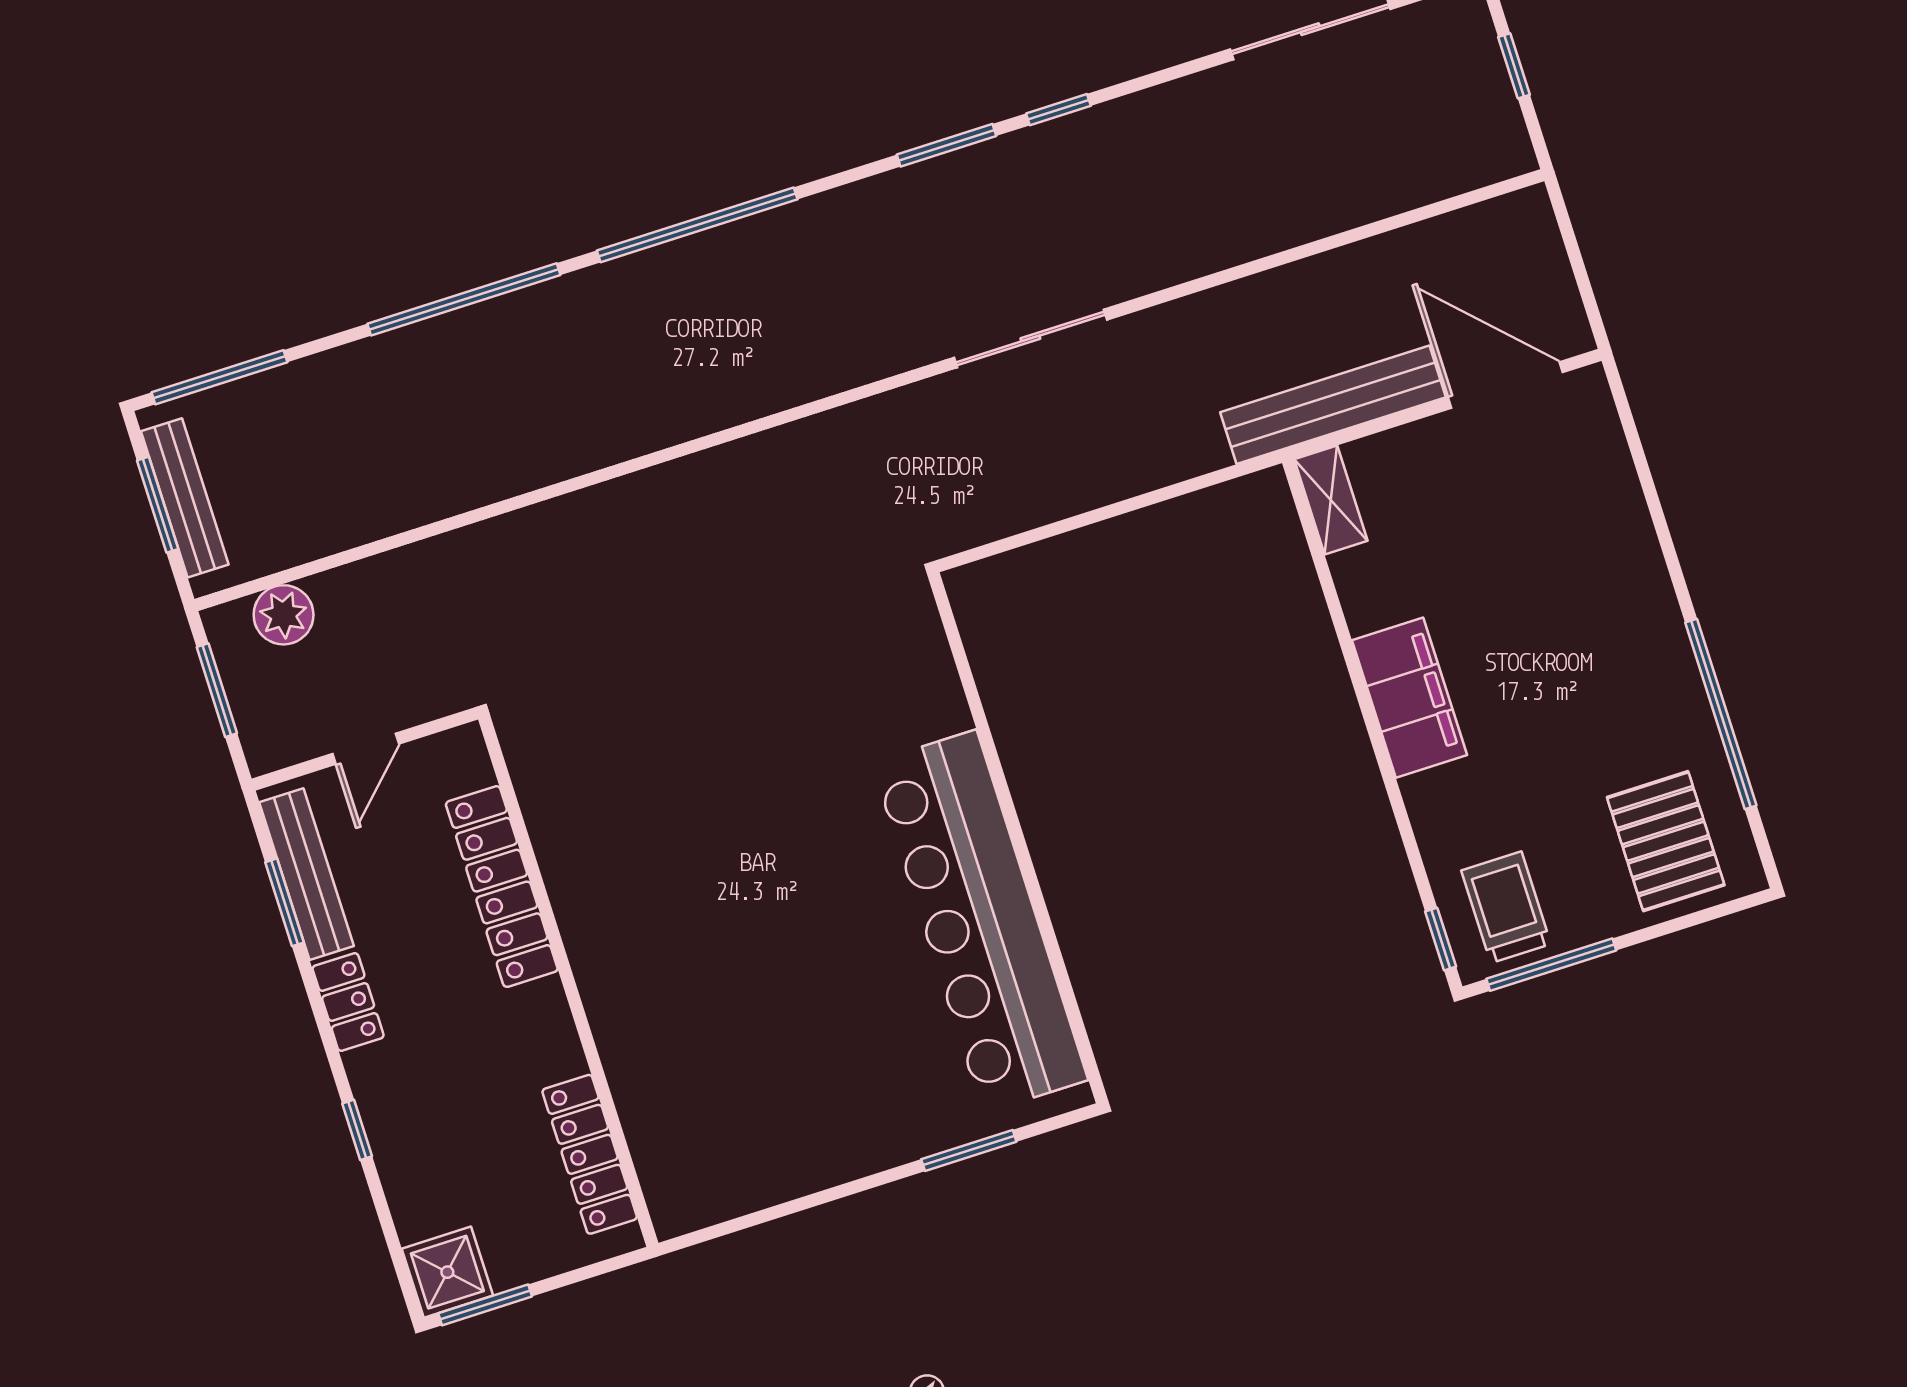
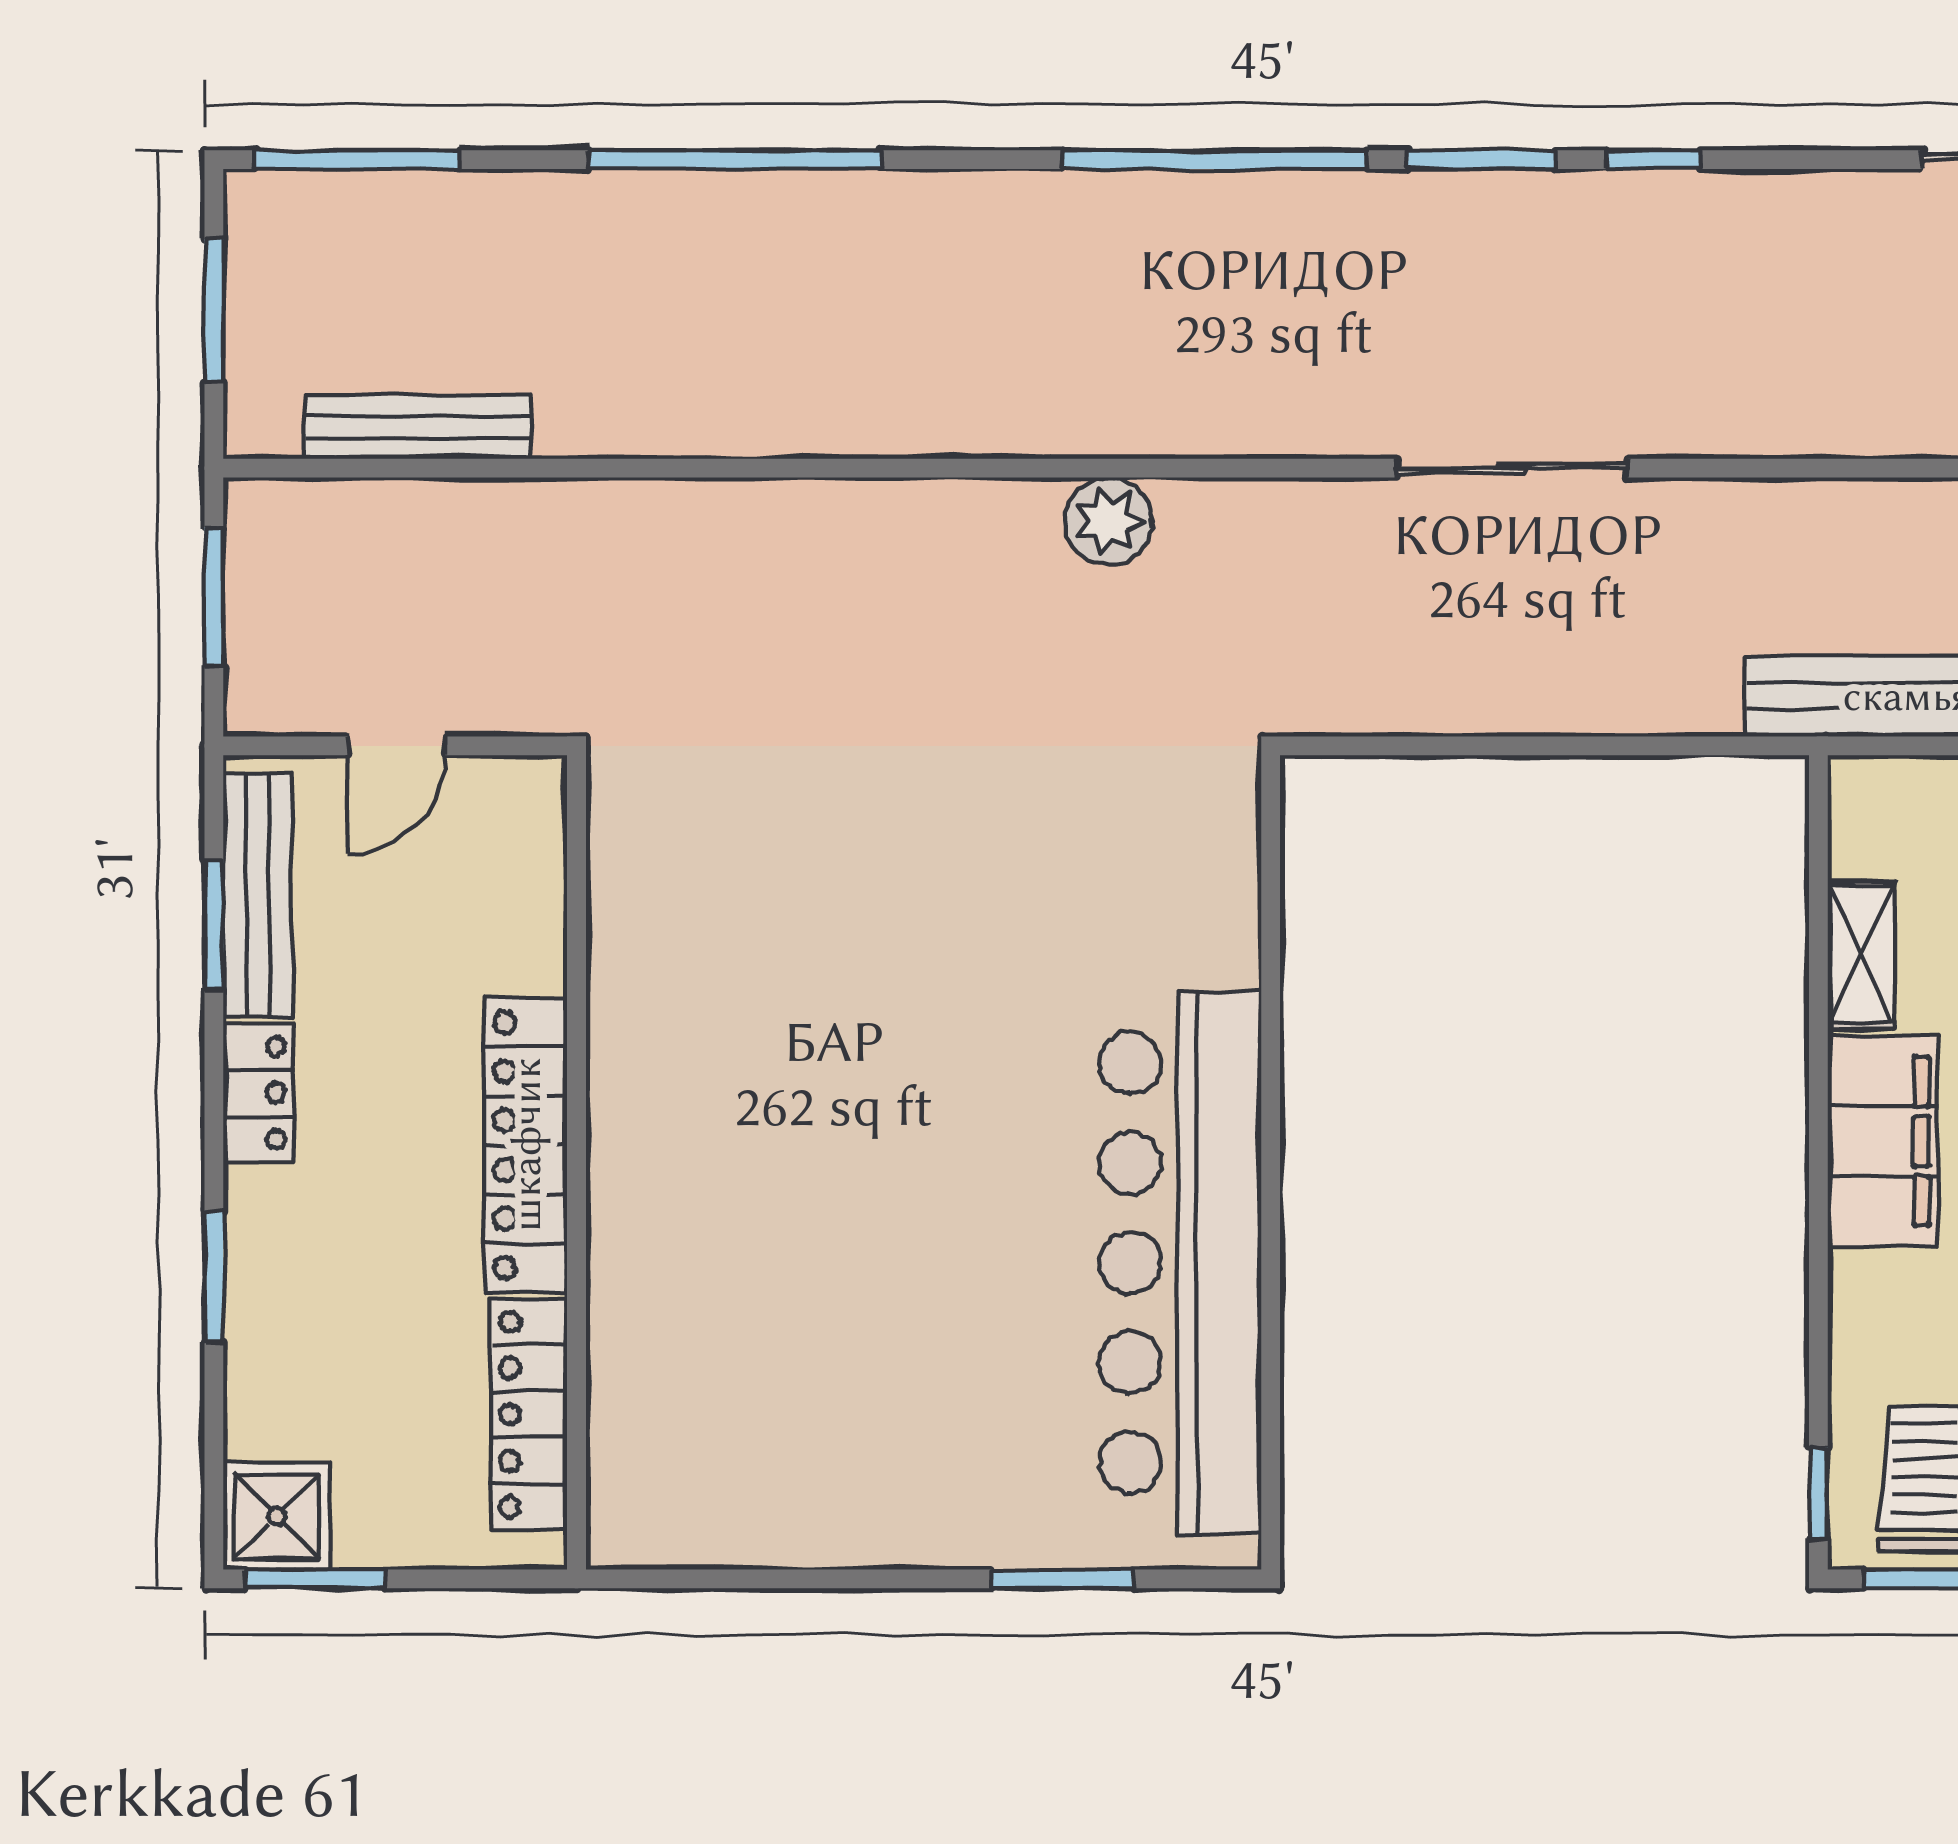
window: (697, 225) -> (1214, 160), moved
bench: (185, 498) -> (418, 427), moved, turned 90
shelving: (1331, 500) -> (1861, 955), moved
plant: (284, 615) -> (1109, 521), moved
locker: (502, 887) -> (526, 1145), moved
window: (357, 1130) -> (214, 1276), width x1.50

